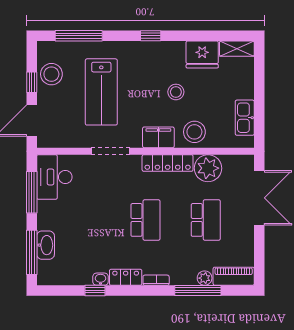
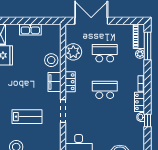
lab bench: (101, 92) -> (27, 117), width x0.73, depth x0.72
stool: (176, 92) -> (27, 71), removed
kitchen sink: (245, 118) -> (30, 30), moved
locker: (168, 163) -> (70, 82), width x0.66
window: (198, 290) -> (147, 46), moved

